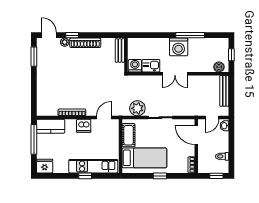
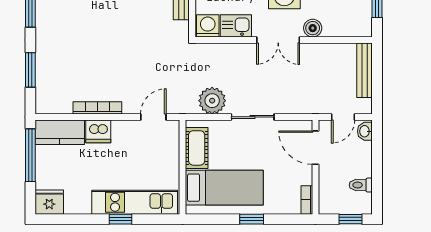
boiler: (219, 67) -> (313, 28), moved
window: (34, 91) -> (30, 70), added
dishwasher: (84, 126) -> (98, 131), moved

